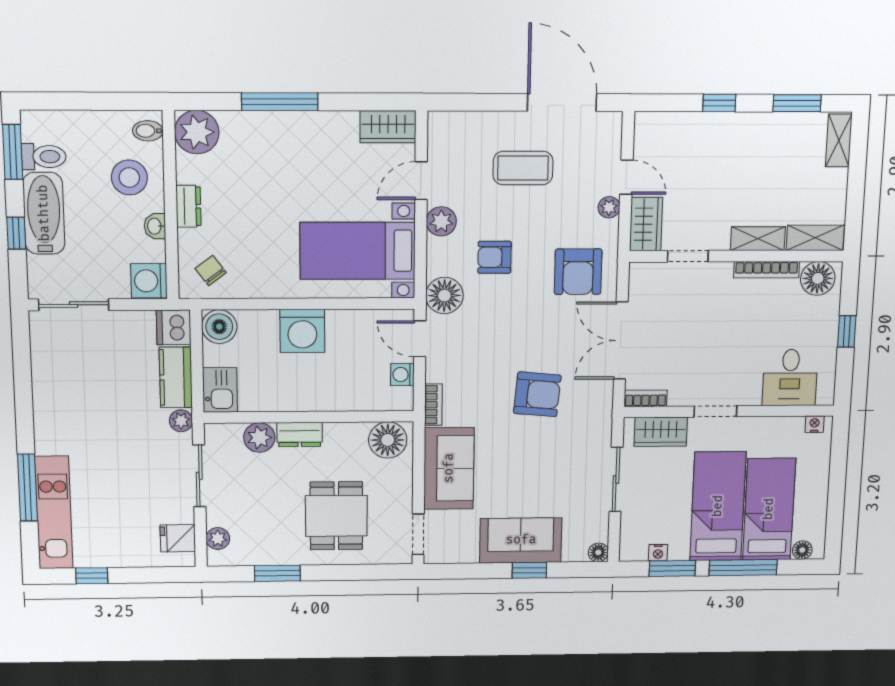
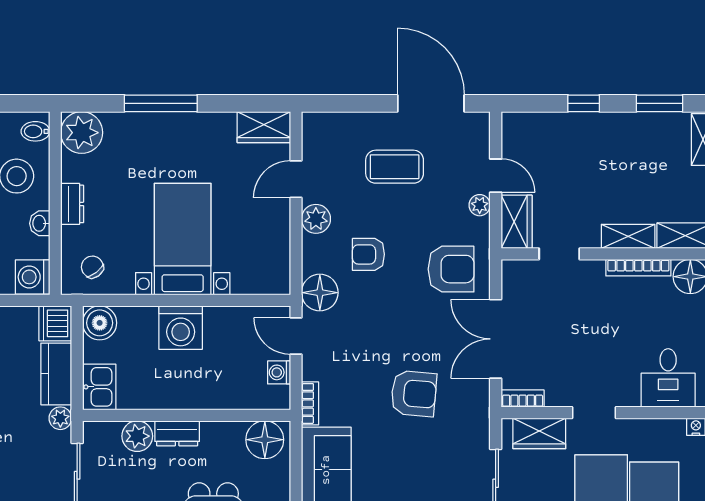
bed with nightstands: (358, 251) -> (183, 239), moved, turned 90
armchair: (578, 272) -> (451, 269), turned -90

